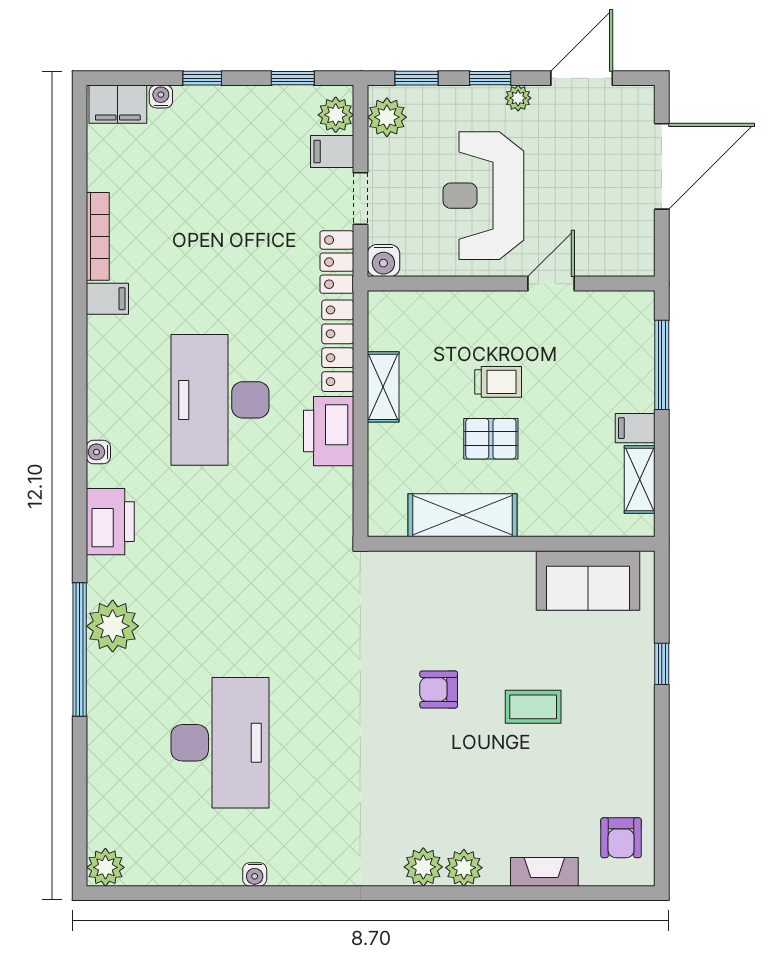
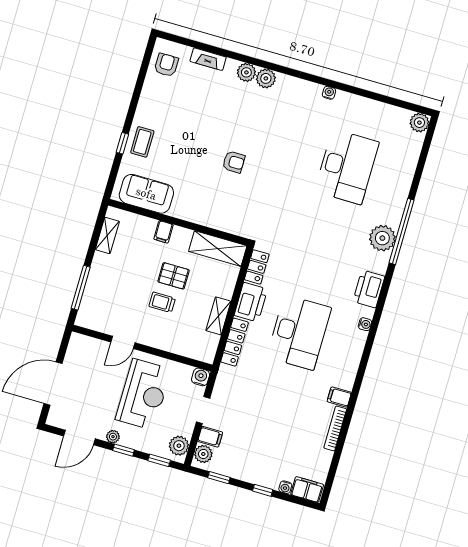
locker: (337, 262) -> (257, 267), moved
filing cabinet: (635, 428) -> (164, 232), moved, turned 90
shelving: (462, 515) -> (218, 249), moved
coffee table: (533, 707) -> (142, 142), moved, turned 90
desk: (220, 743) -> (347, 167), turned 180
water cooler: (255, 874) -> (329, 93), moved

